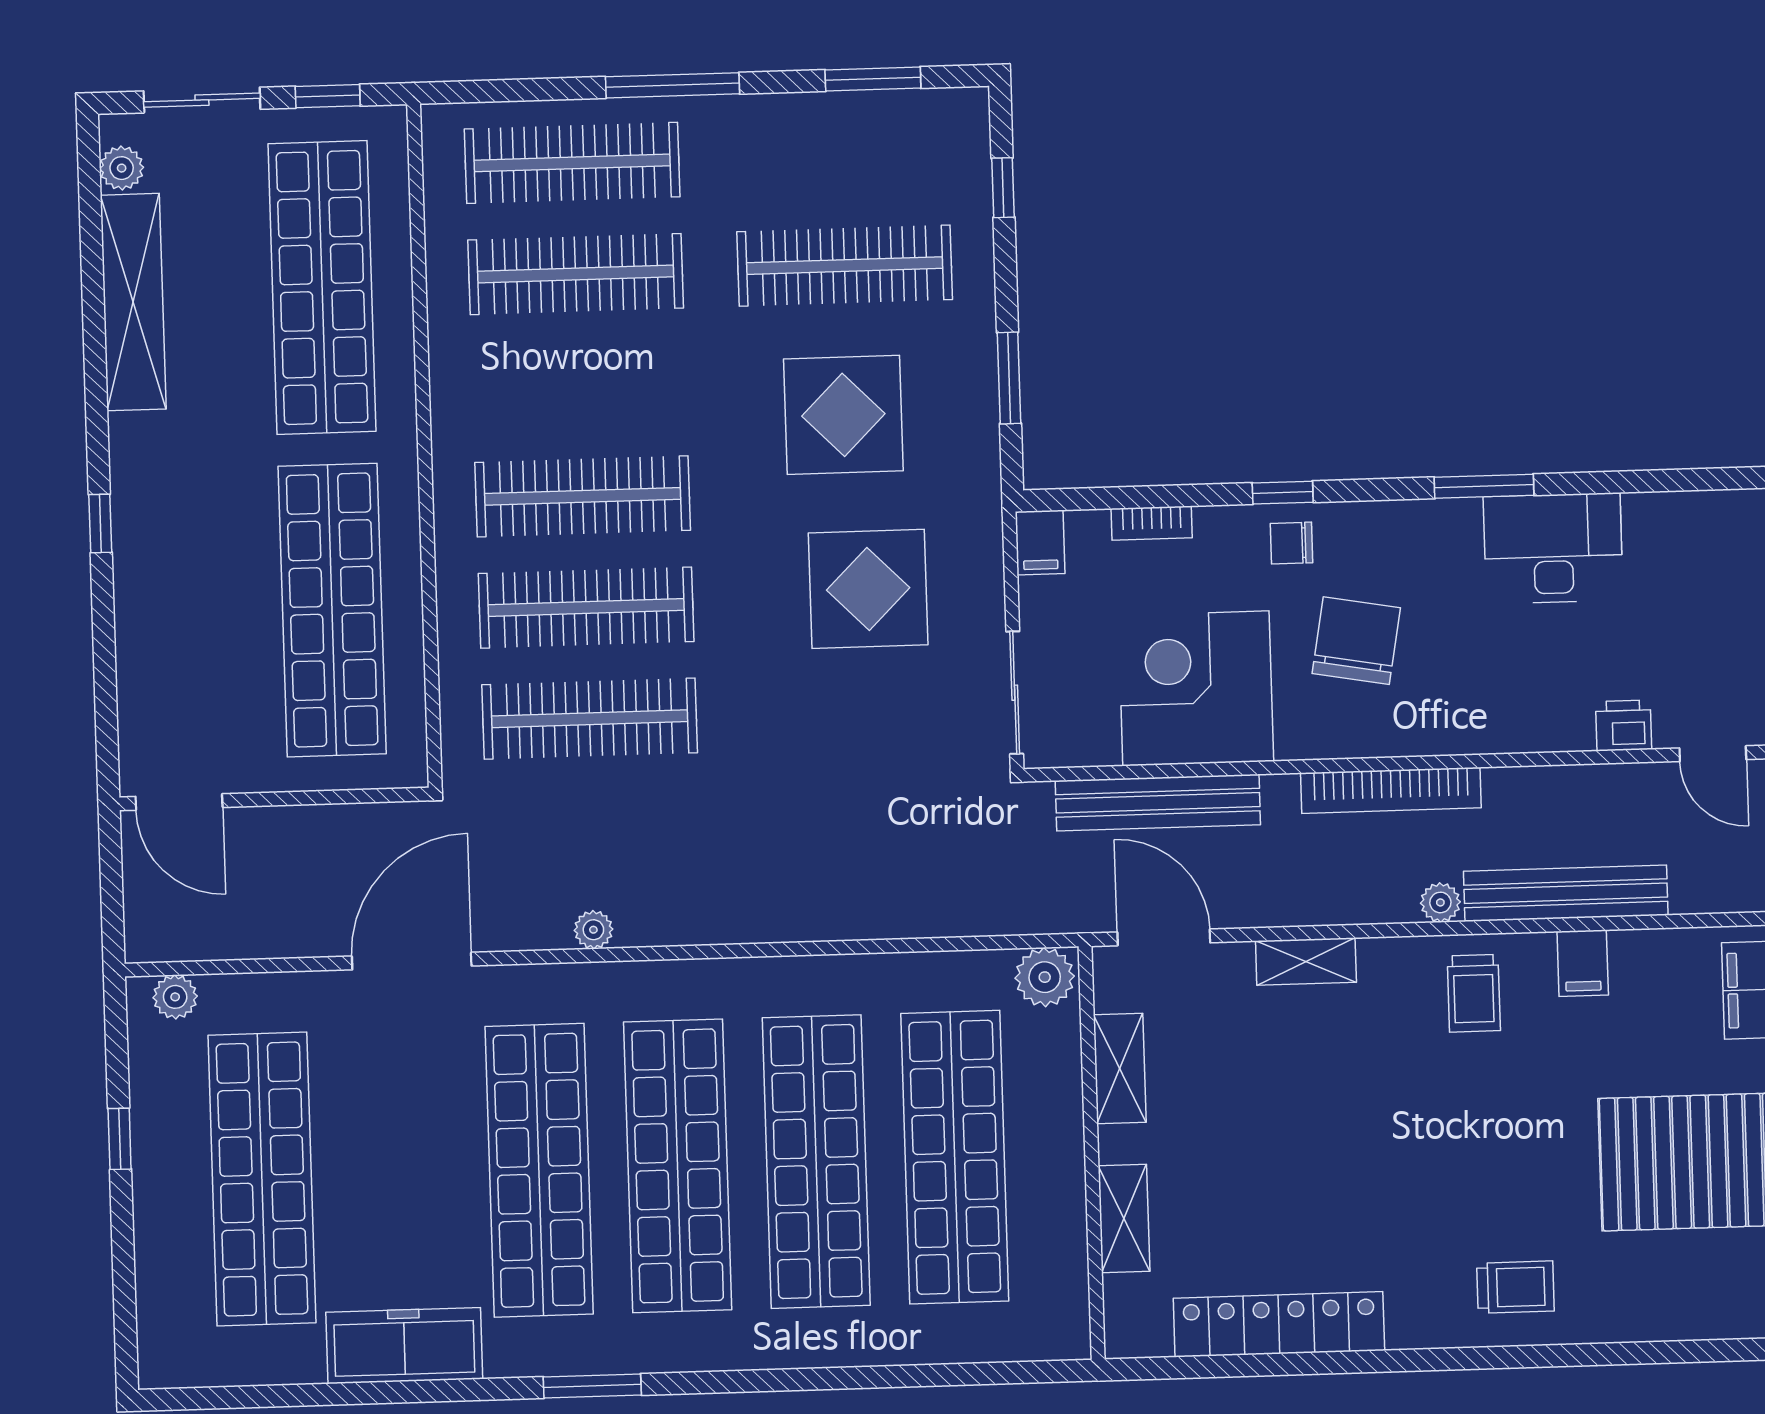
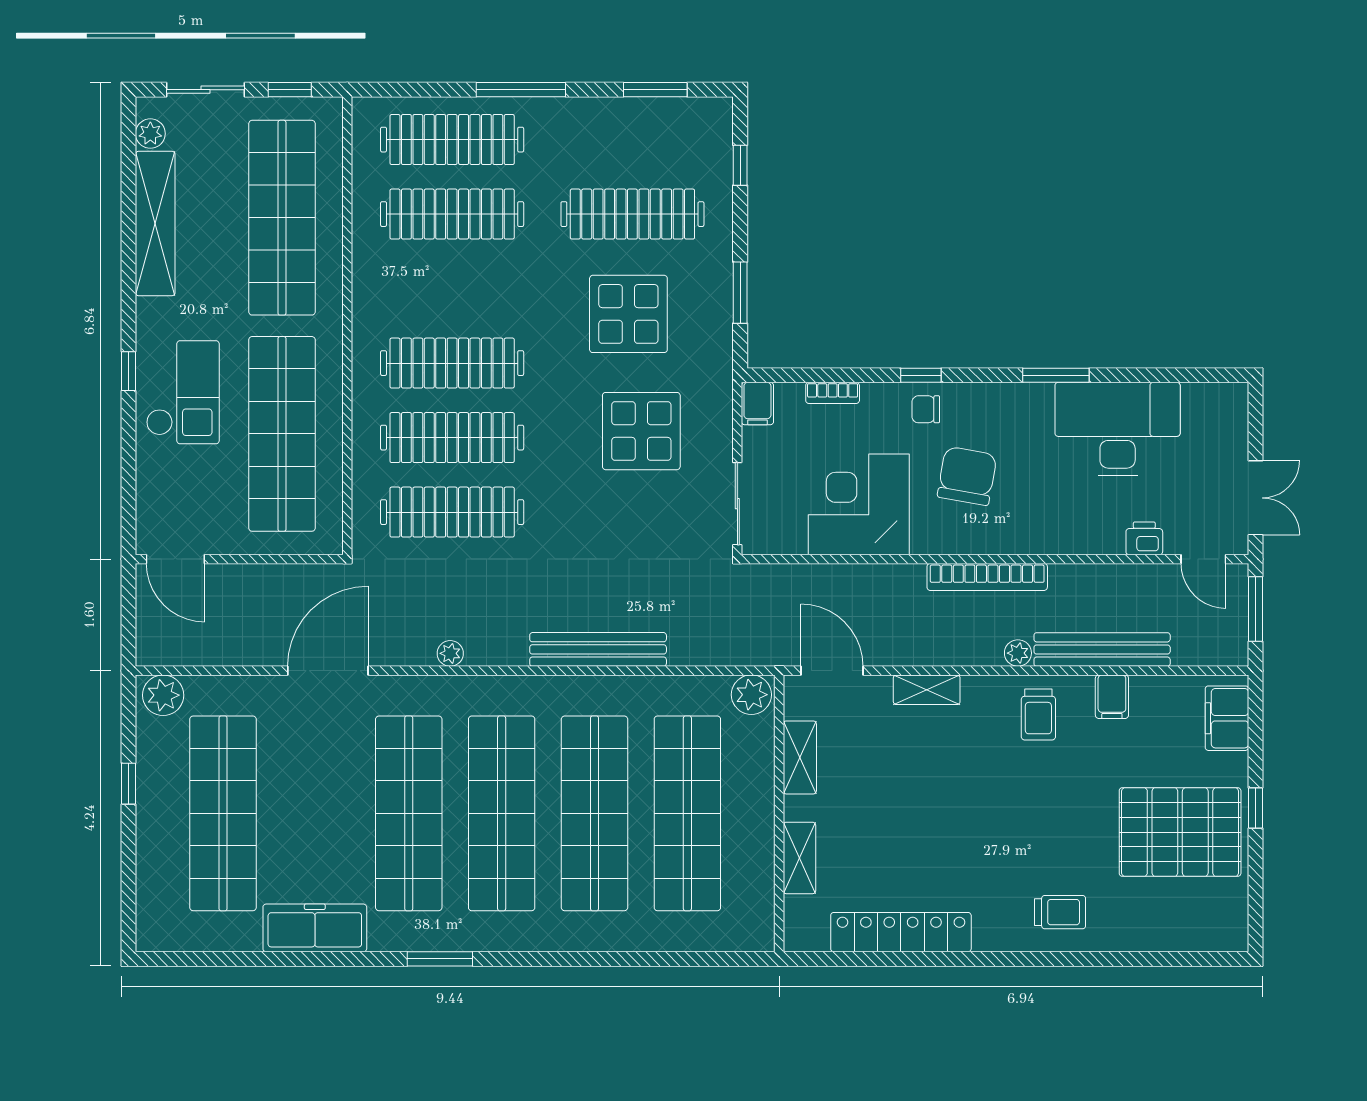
desk: (1553, 548) -> (1118, 429), width x1.36, depth x1.30
checkout: (182, 553) -> (183, 392), added
bench: (1158, 803) -> (598, 649), moved
plant: (175, 997) -> (163, 695), width x1.38, depth x1.38

